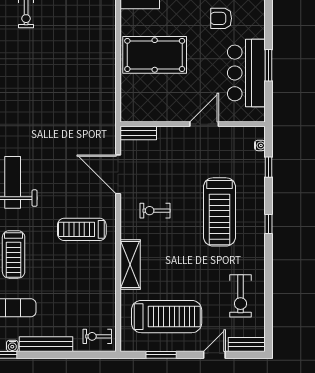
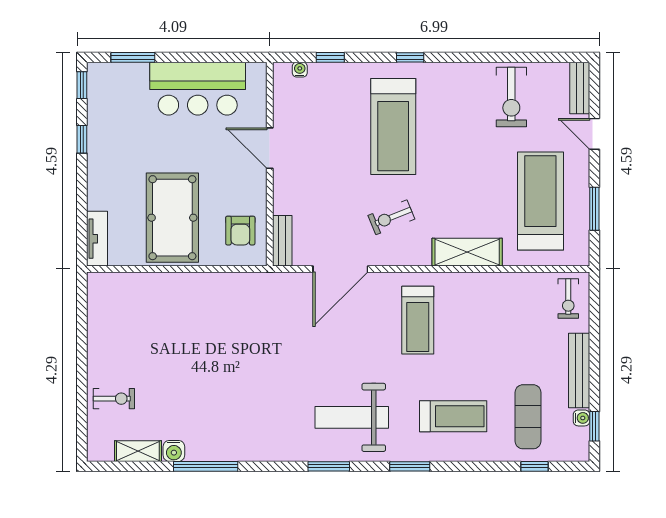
armchair: (221, 18) -> (240, 231), moved
window: (269, 65) -> (133, 57), moved
exercise bike: (155, 211) -> (391, 217), turned 68
treadmill: (219, 212) -> (393, 127), turned 90
exercise bike: (240, 296) -> (511, 97), turned 90

